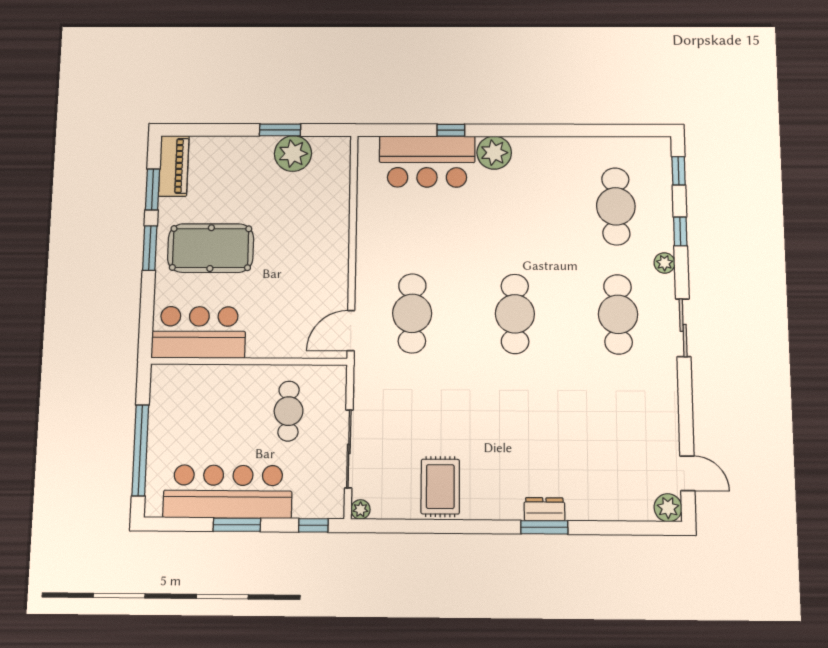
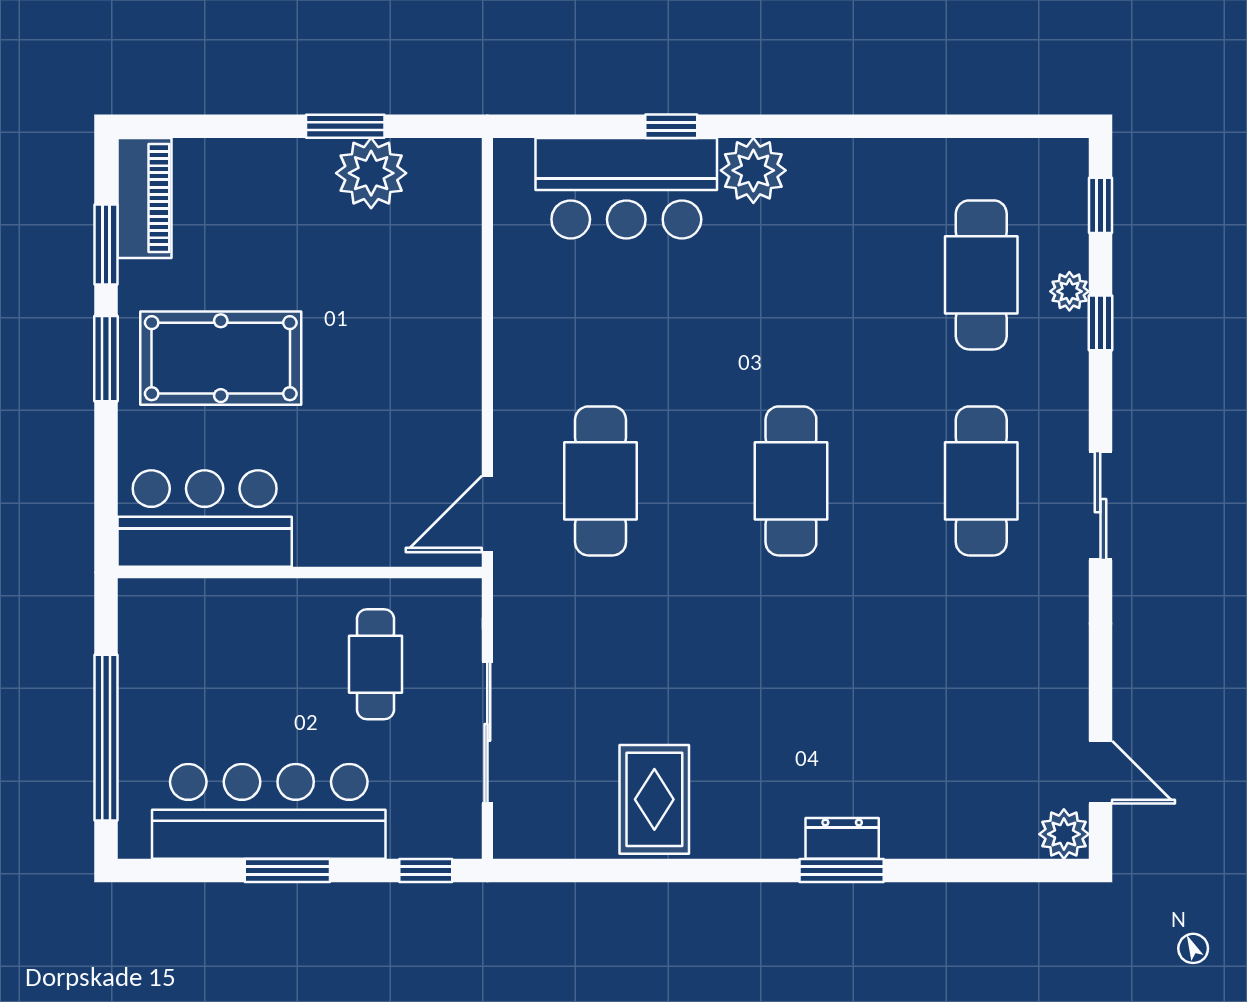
plant: (665, 263) -> (1069, 291), moved
plant: (360, 509) -> (510, 842), removed

